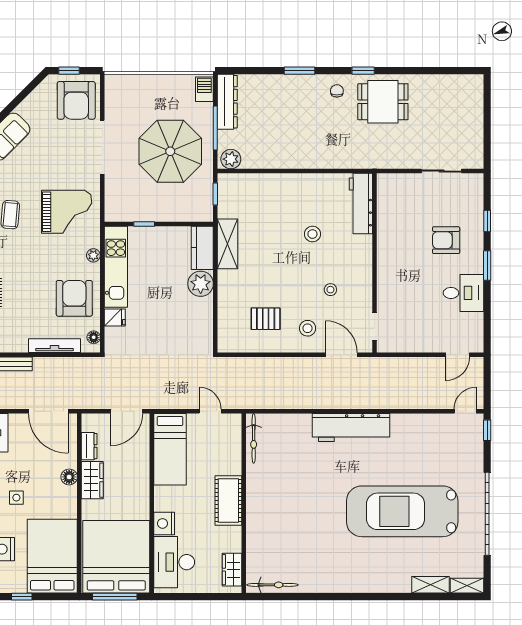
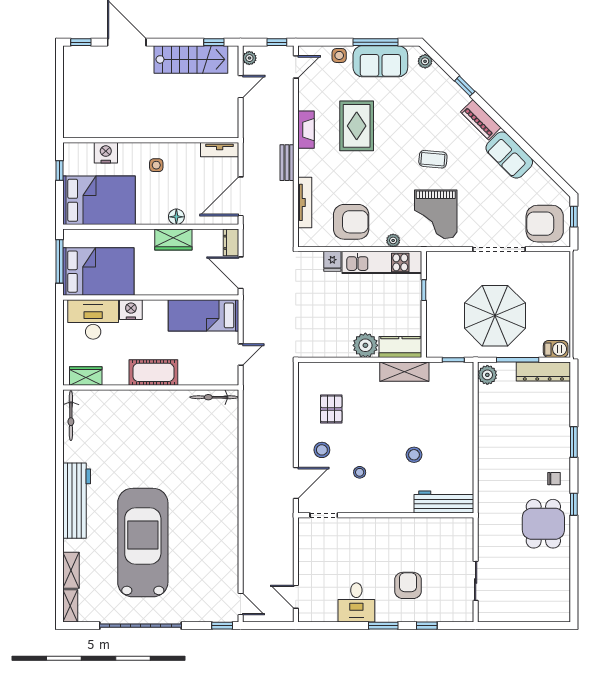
floor lamp: (94, 337) -> (313, 241), removed
workbench: (351, 428) -> (77, 501), moved, turned 180
dresser: (89, 446) -> (231, 242), moved, turned 90
bed: (116, 557) -> (98, 272), width x0.73

